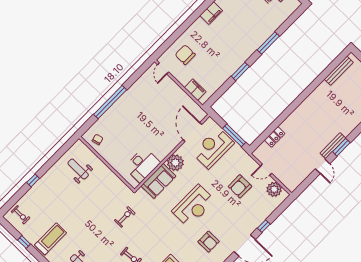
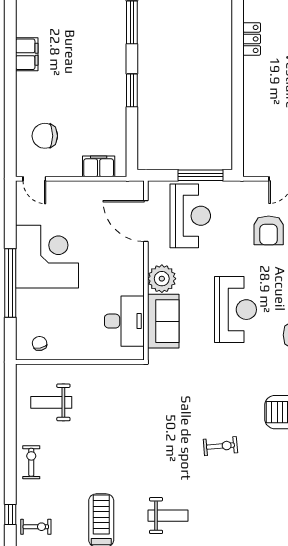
corner desk: (136, 106) -> (47, 257), added
locker: (275, 137) -> (252, 39), moved
reception desk: (213, 148) -> (190, 216), turned 180
window: (33, 180) -> (10, 515), moved
exercise bike: (125, 217) -> (31, 462), moved

